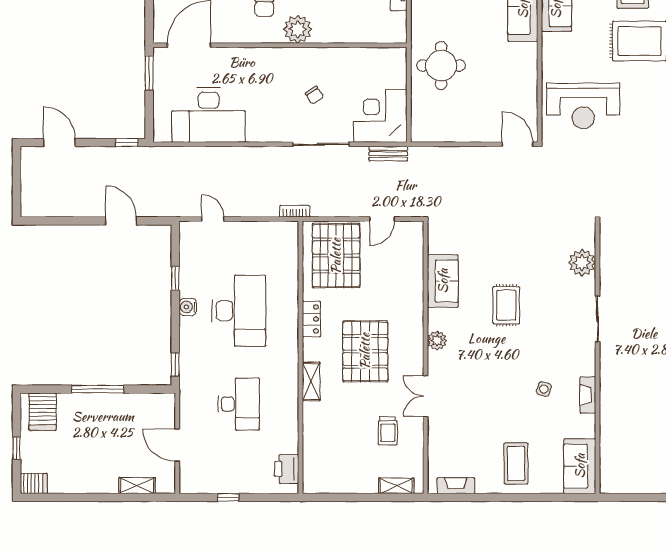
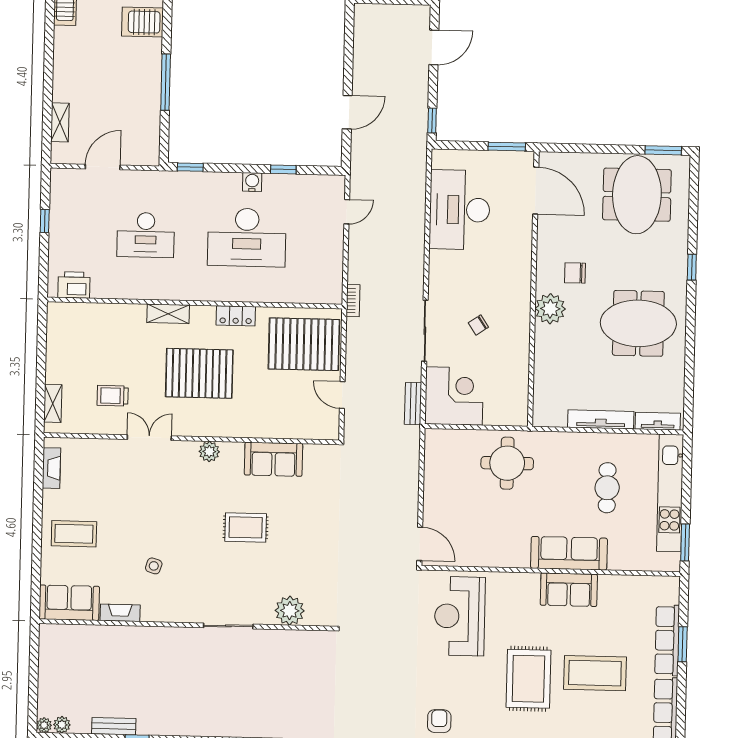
door: (517, 144) -> (420, 544), hinge flipped
fireplace: (588, 395) -> (120, 613), moved

